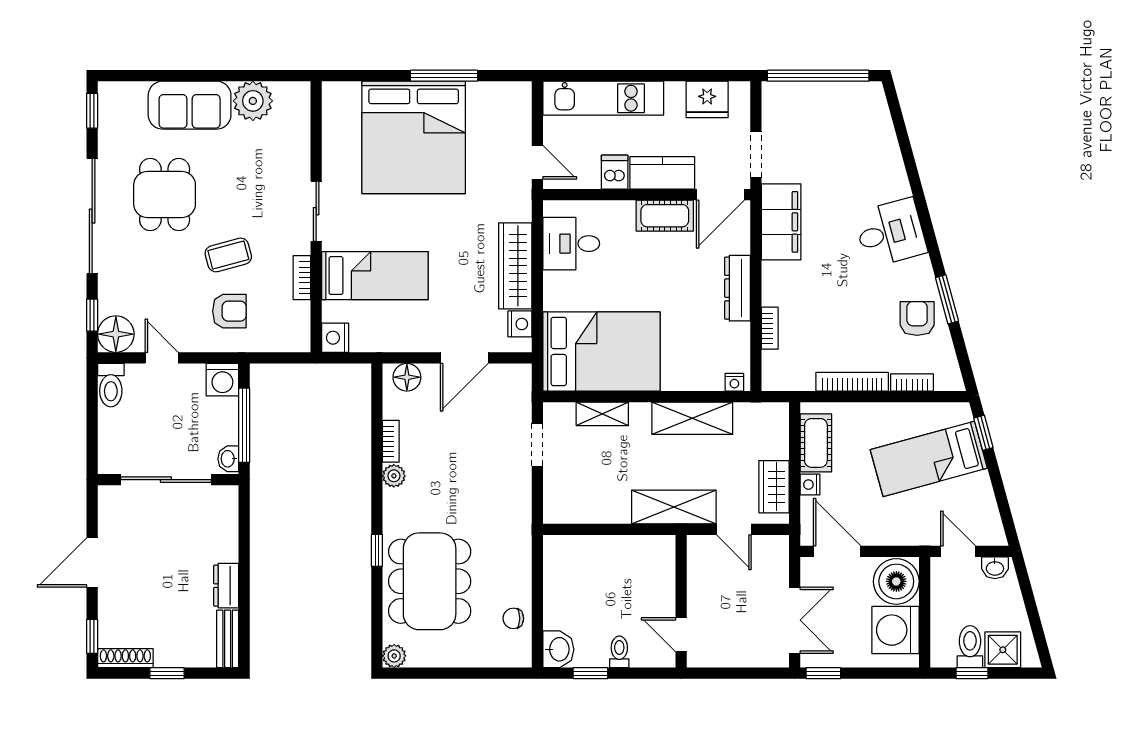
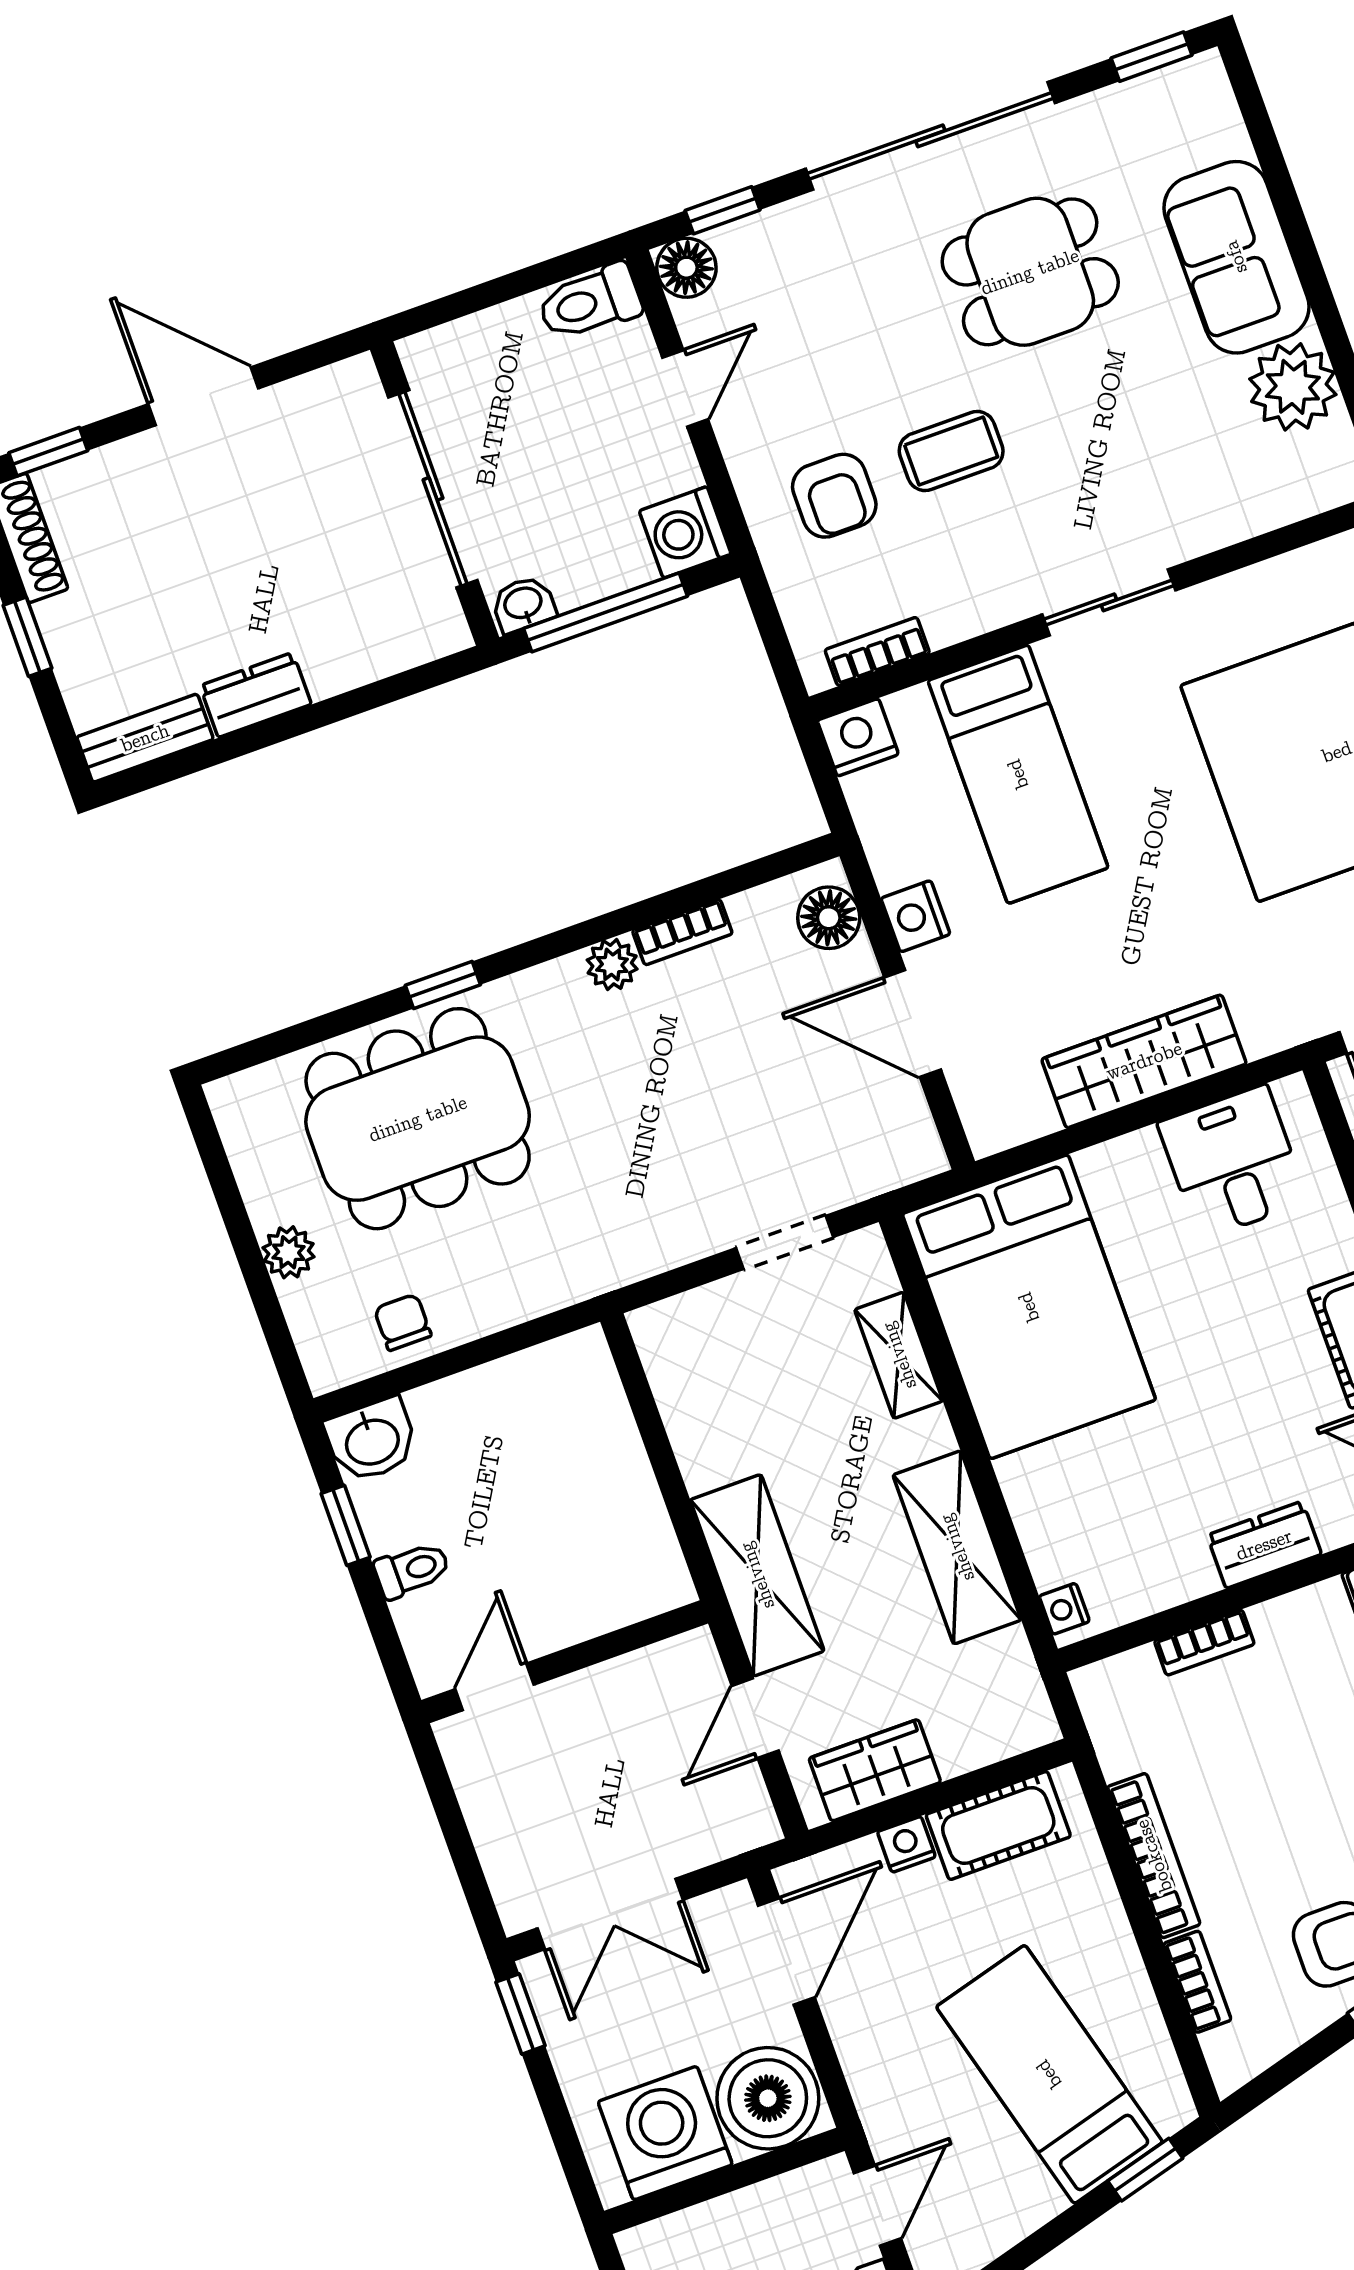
coffee table: (228, 255) -> (951, 451), turned -75
bookcase: (302, 278) -> (877, 652), moved
dresser: (738, 288) -> (1264, 1545), width x0.70
nightstand: (520, 324) -> (915, 916), moved, turned 90
floor lamp: (116, 334) -> (686, 268), width x0.73, depth x0.73
plant: (394, 656) -> (289, 1252), moved

